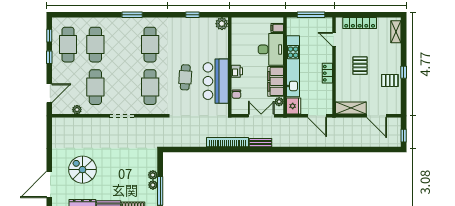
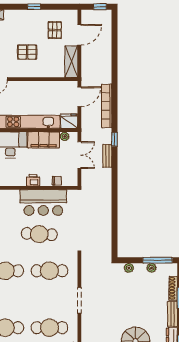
locker: (327, 73) -> (35, 86), removed
cafe table: (185, 77) -> (39, 234), width x1.37, depth x1.35
pallet: (390, 80) -> (55, 30), moved
double door: (261, 116) -> (79, 155), swing flipped
bookcase: (228, 142) -> (107, 106), moved
window: (276, 149) -> (114, 139), added
plant: (153, 175) -> (129, 268), moved

